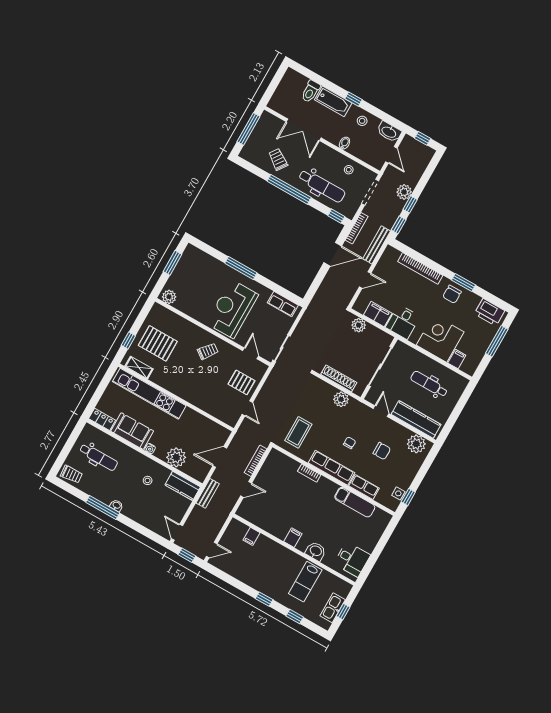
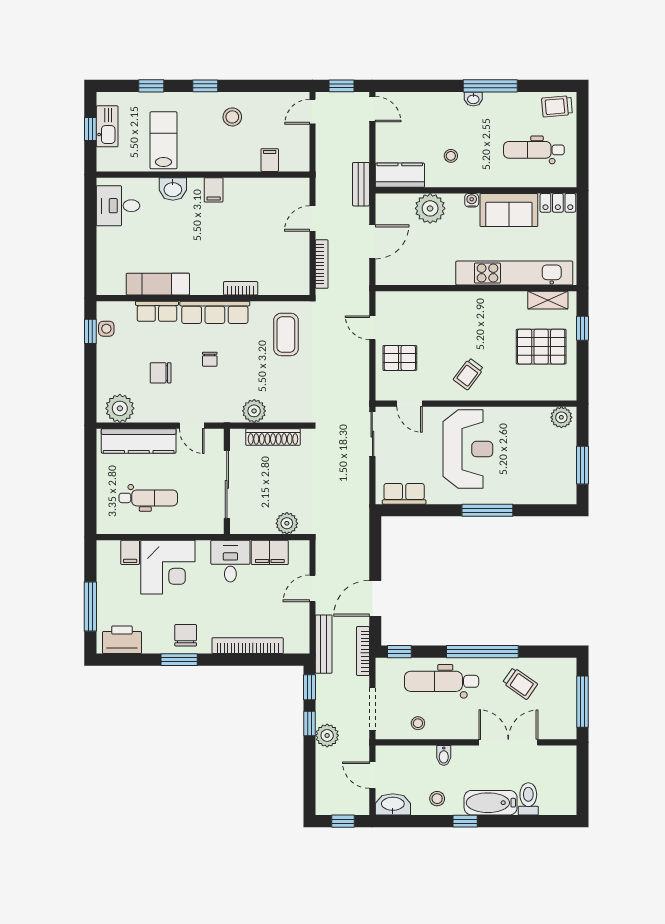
stool: (259, 573) -> (232, 117), added

